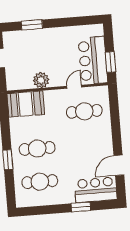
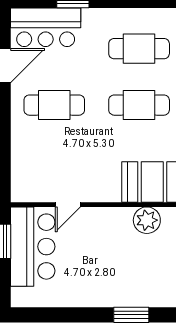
plant: (41, 80) -> (147, 220), moved
cafe table: (84, 111) -> (54, 105), moved

